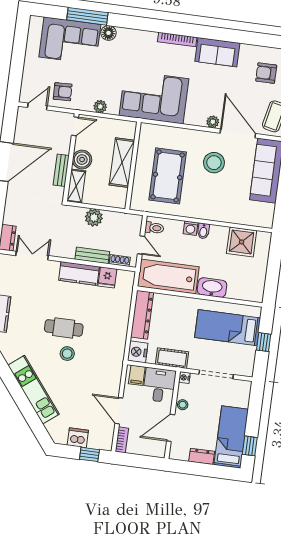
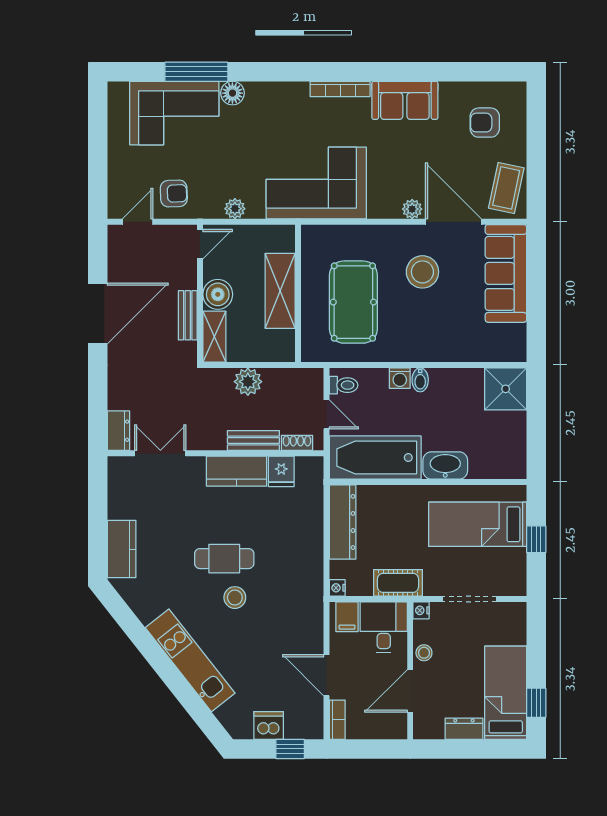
shower: (242, 242) -> (506, 389), moved
nightstand: (138, 352) -> (337, 588), width x0.53, depth x0.56

